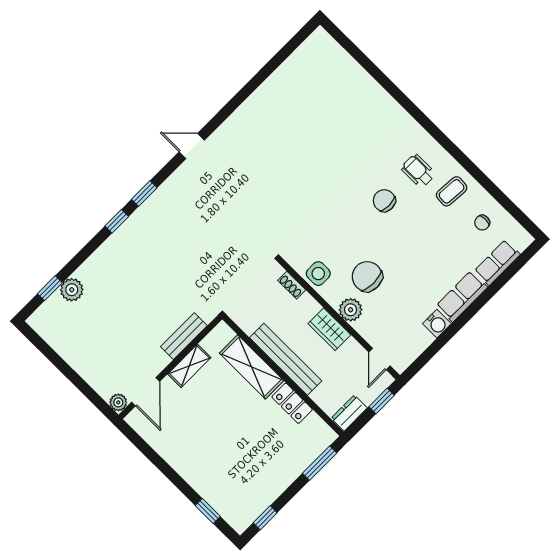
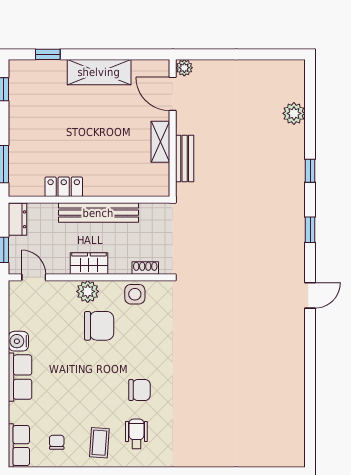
wheelchair: (418, 171) -> (136, 434), turned -90
window: (117, 221) -> (310, 171), moved
row of seats: (497, 263) -> (19, 446), moved
window: (50, 288) -> (310, 100), removed
shelving: (252, 367) -> (99, 72), moved

